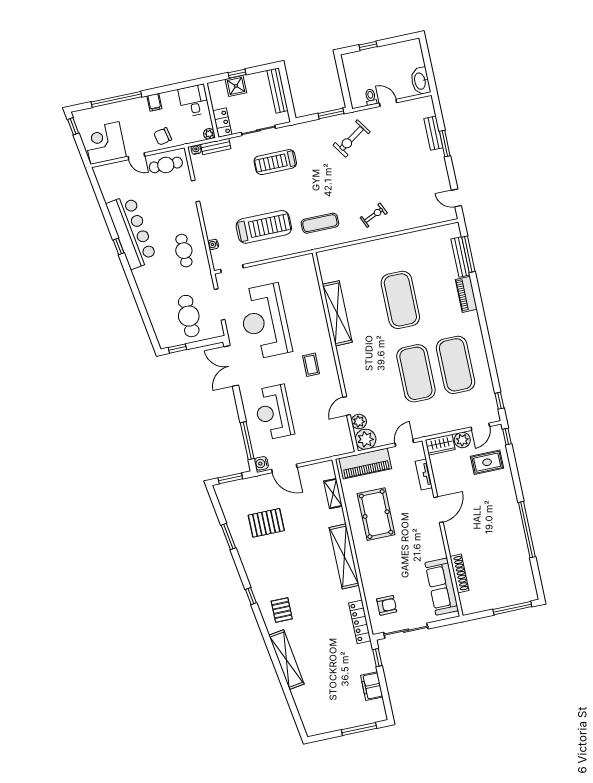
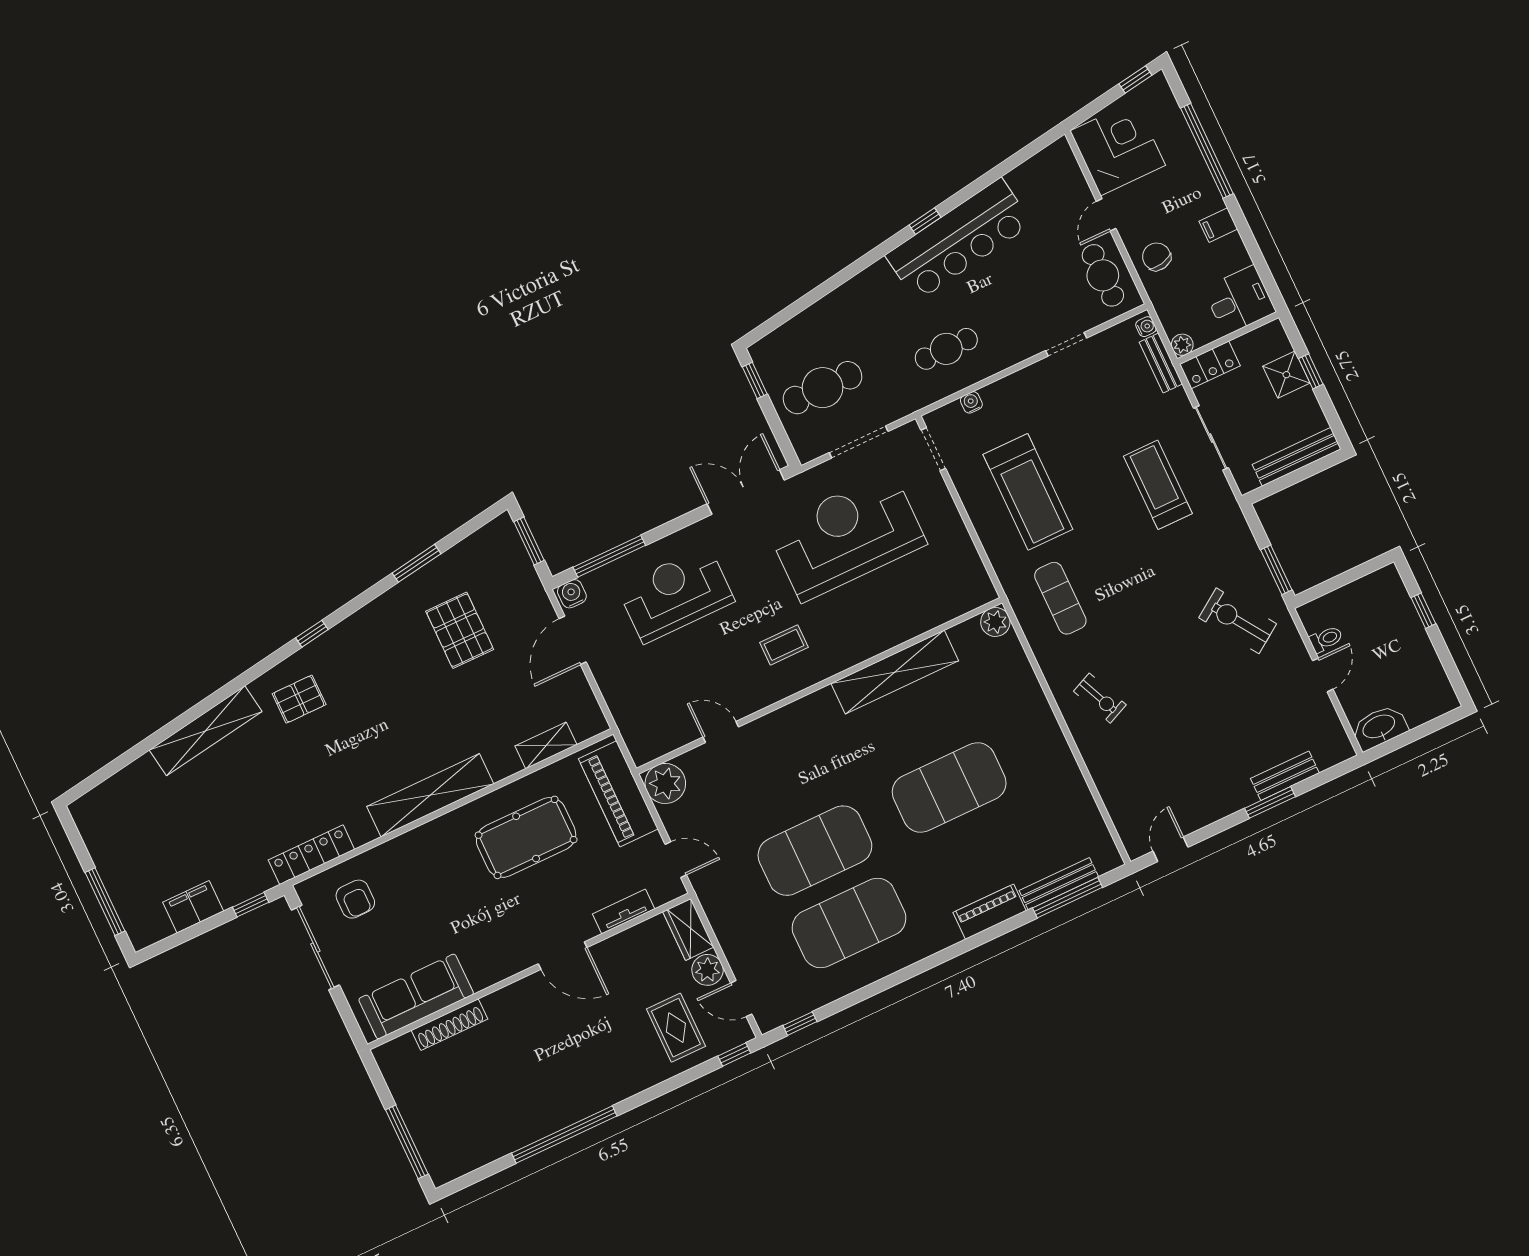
plant: (359, 422) -> (995, 622), moved

